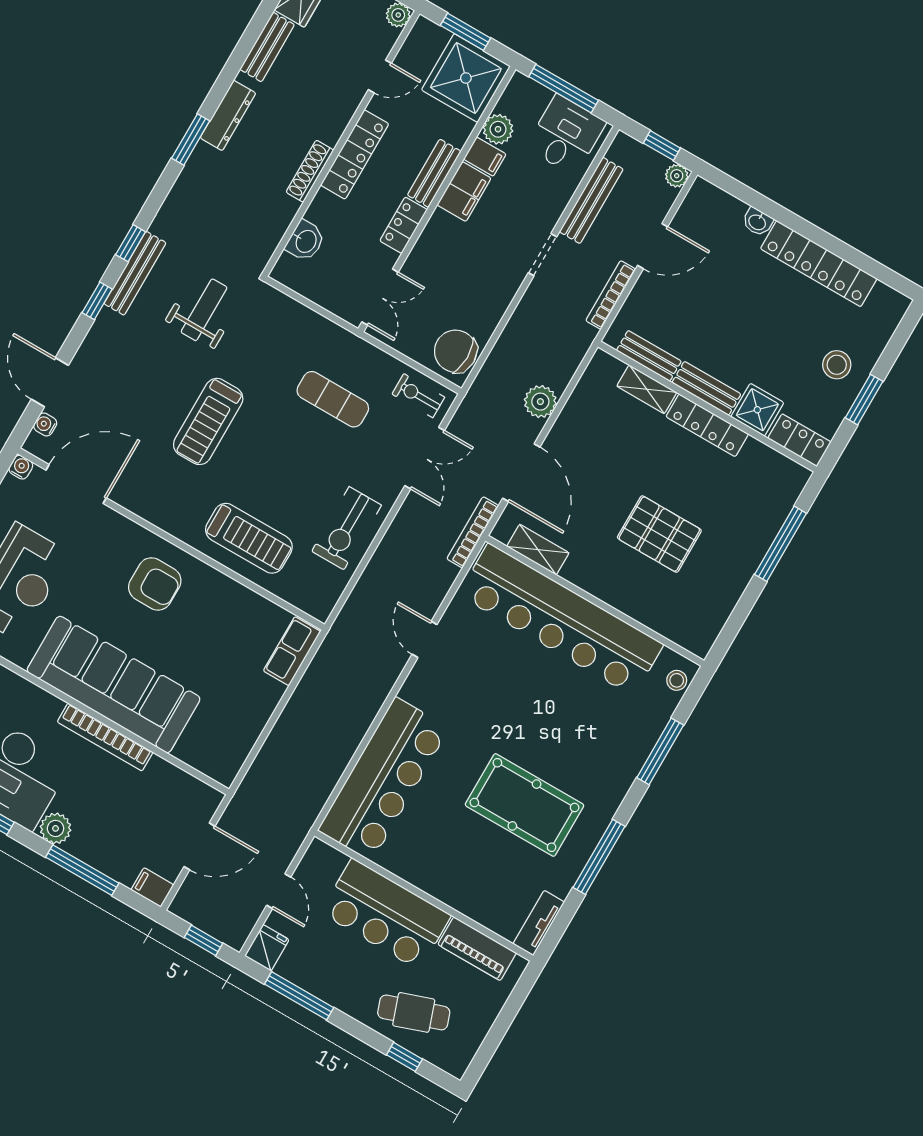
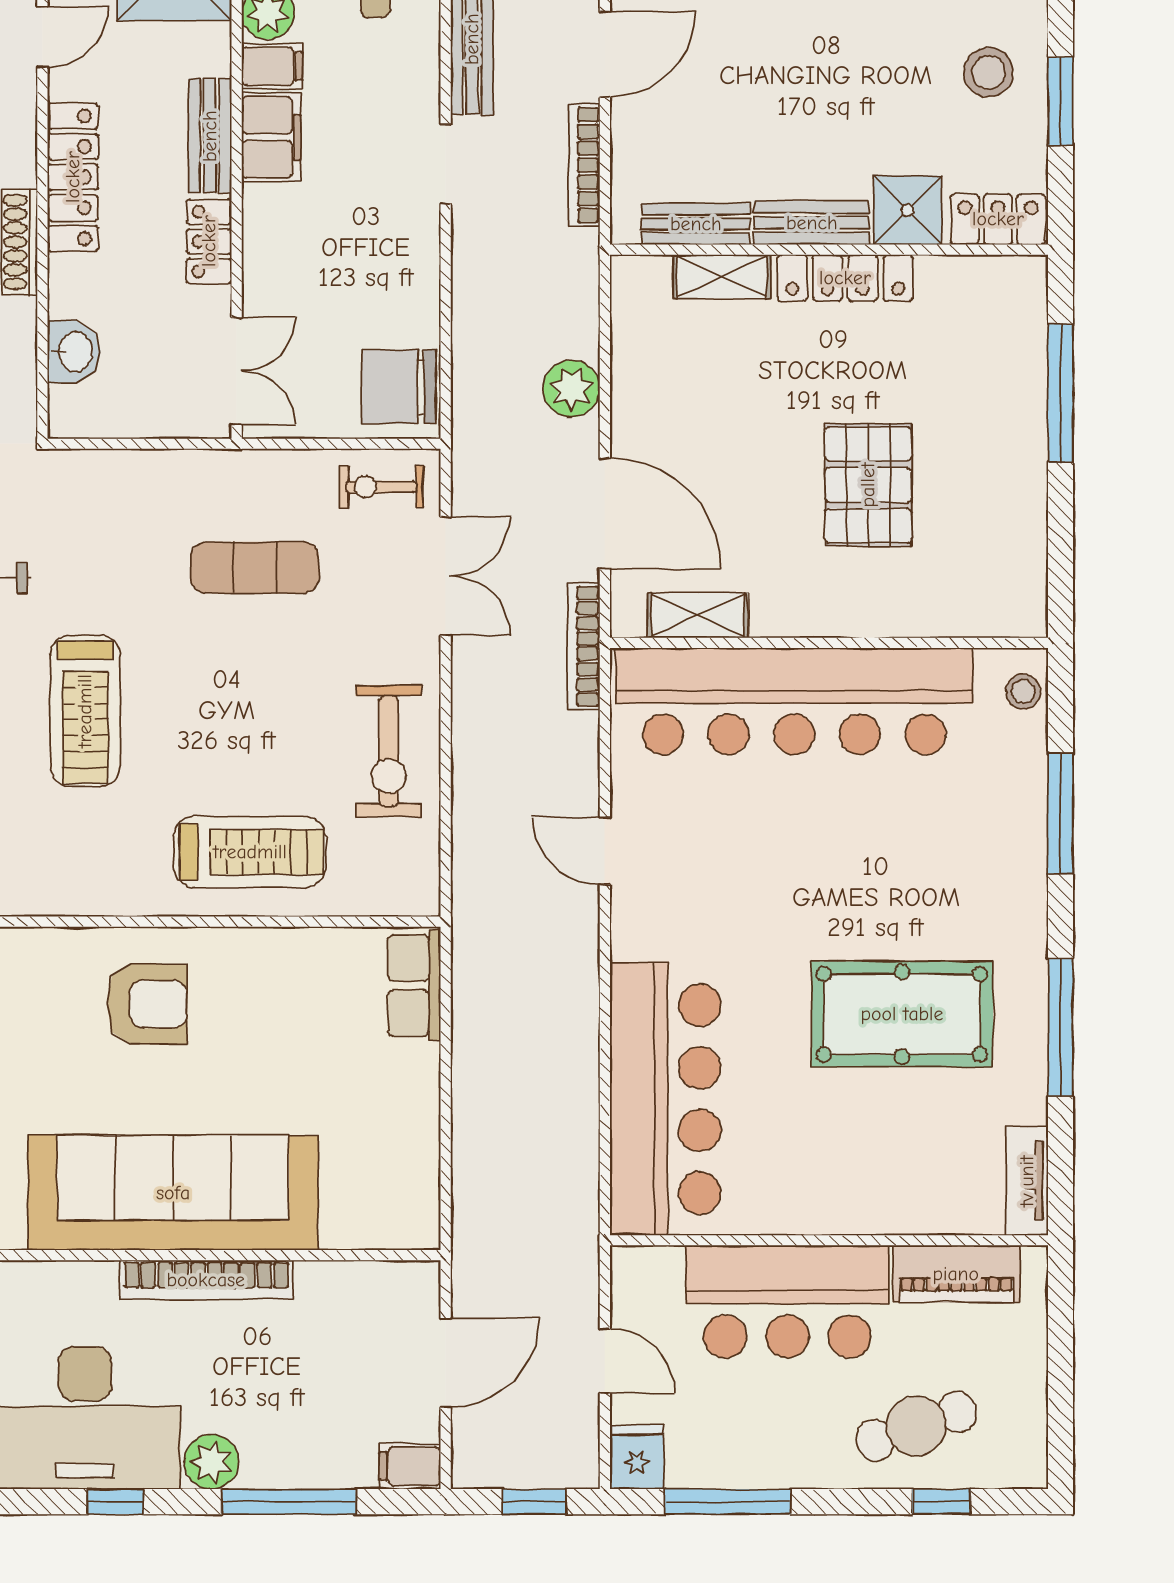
pallet: (659, 534) -> (868, 485), turned 90

